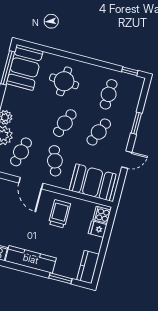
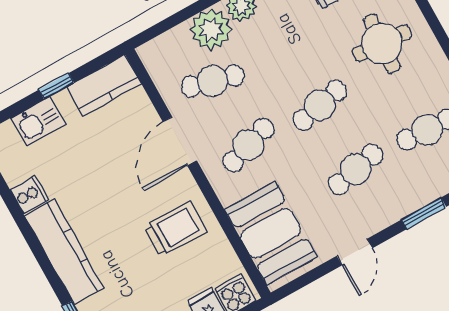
cafe table: (65, 123) -> (320, 105), turned -33
cafe table: (99, 132) -> (356, 169), turned -36
door: (127, 160) -> (355, 252), hinge flipped

